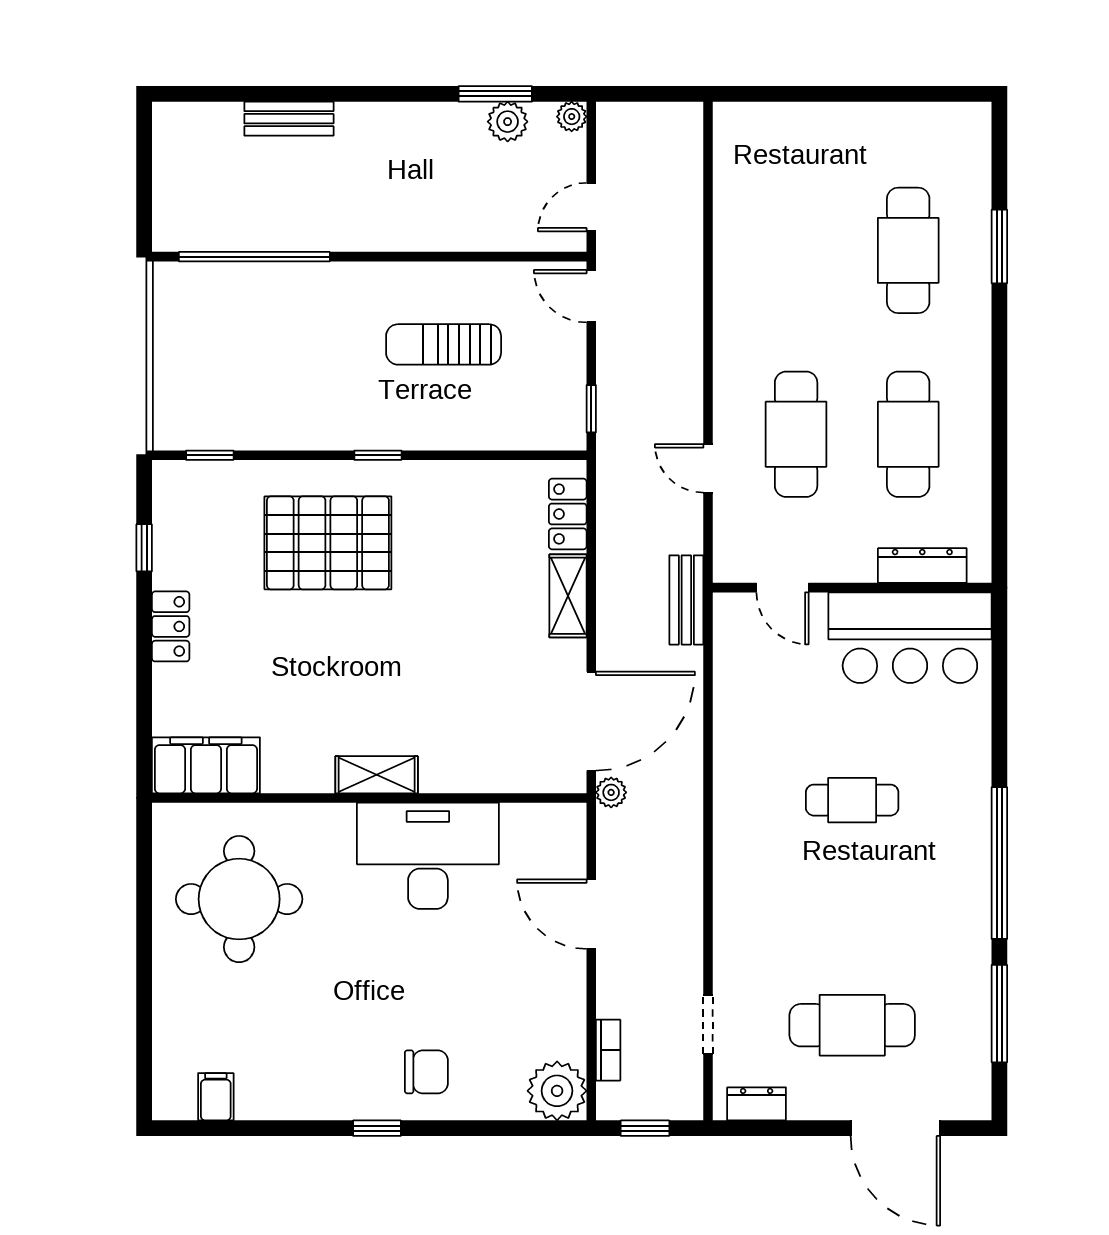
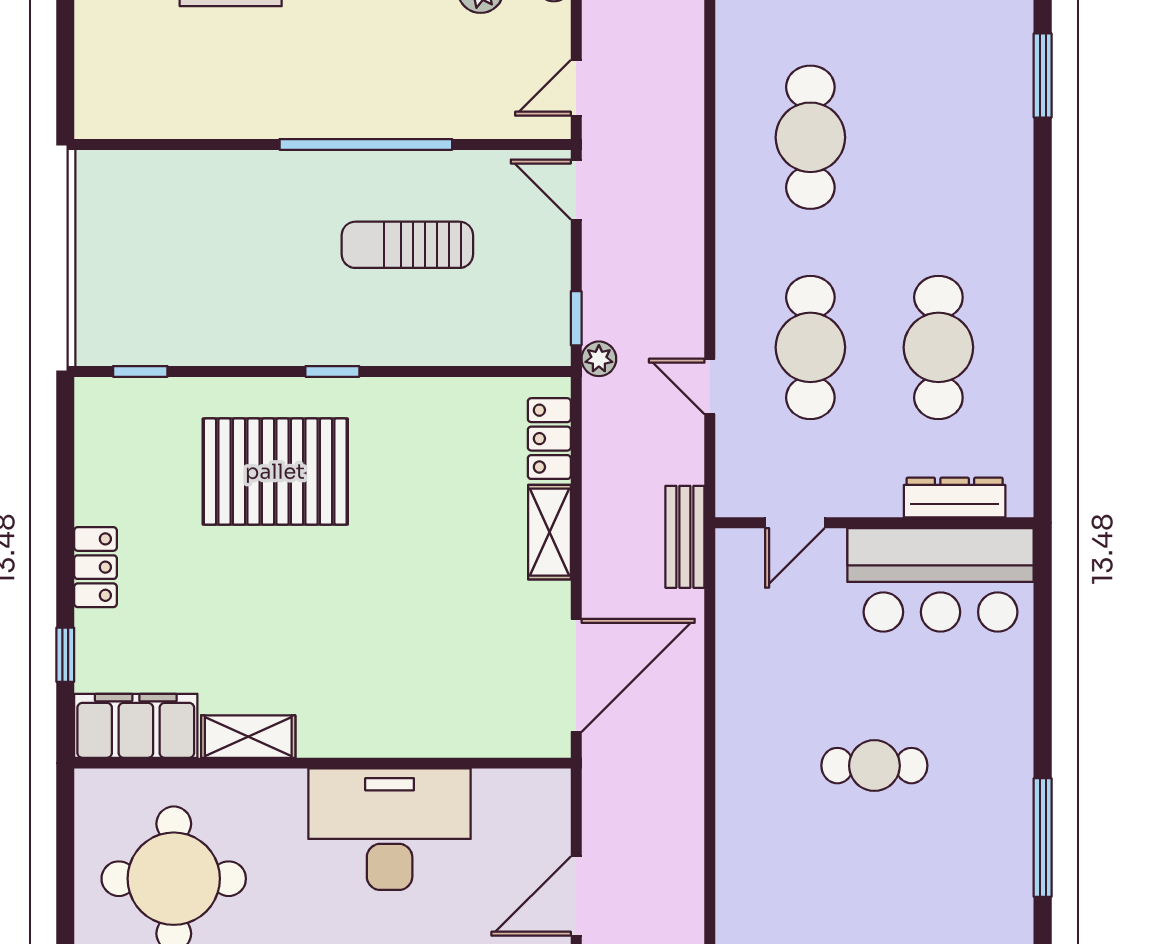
window: (999, 246) -> (1043, 76), moved
cafe table: (908, 250) -> (810, 137), moved
window: (254, 257) -> (366, 144), moved
window: (144, 548) -> (65, 655), moved
door: (783, 588) -> (795, 523), hinge flipped
shelving: (377, 775) -> (248, 737), moved
plant: (611, 792) -> (599, 359), moved
window: (999, 863) -> (1043, 838), width x0.68
door: (591, 914) -> (576, 896), hinge flipped

